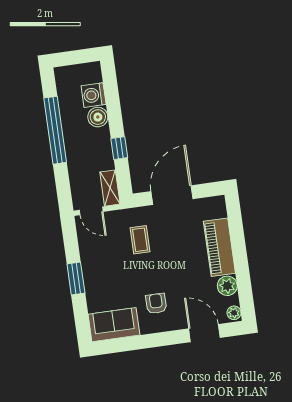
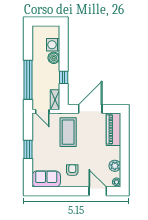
window: (55, 130) -> (28, 80), moved
coffee table: (140, 240) -> (68, 132), width x1.86, depth x1.72
piano: (219, 247) -> (113, 129), moved

